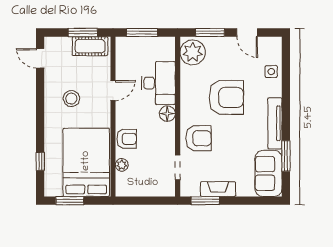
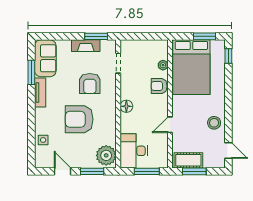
desk: (158, 83) -> (134, 151), moved
stool: (71, 99) -> (214, 123), moved
tv unit: (275, 123) -> (40, 93), width x0.71
armchair: (198, 138) -> (90, 84), moved, turned -90
window: (40, 161) -> (228, 56), moved

